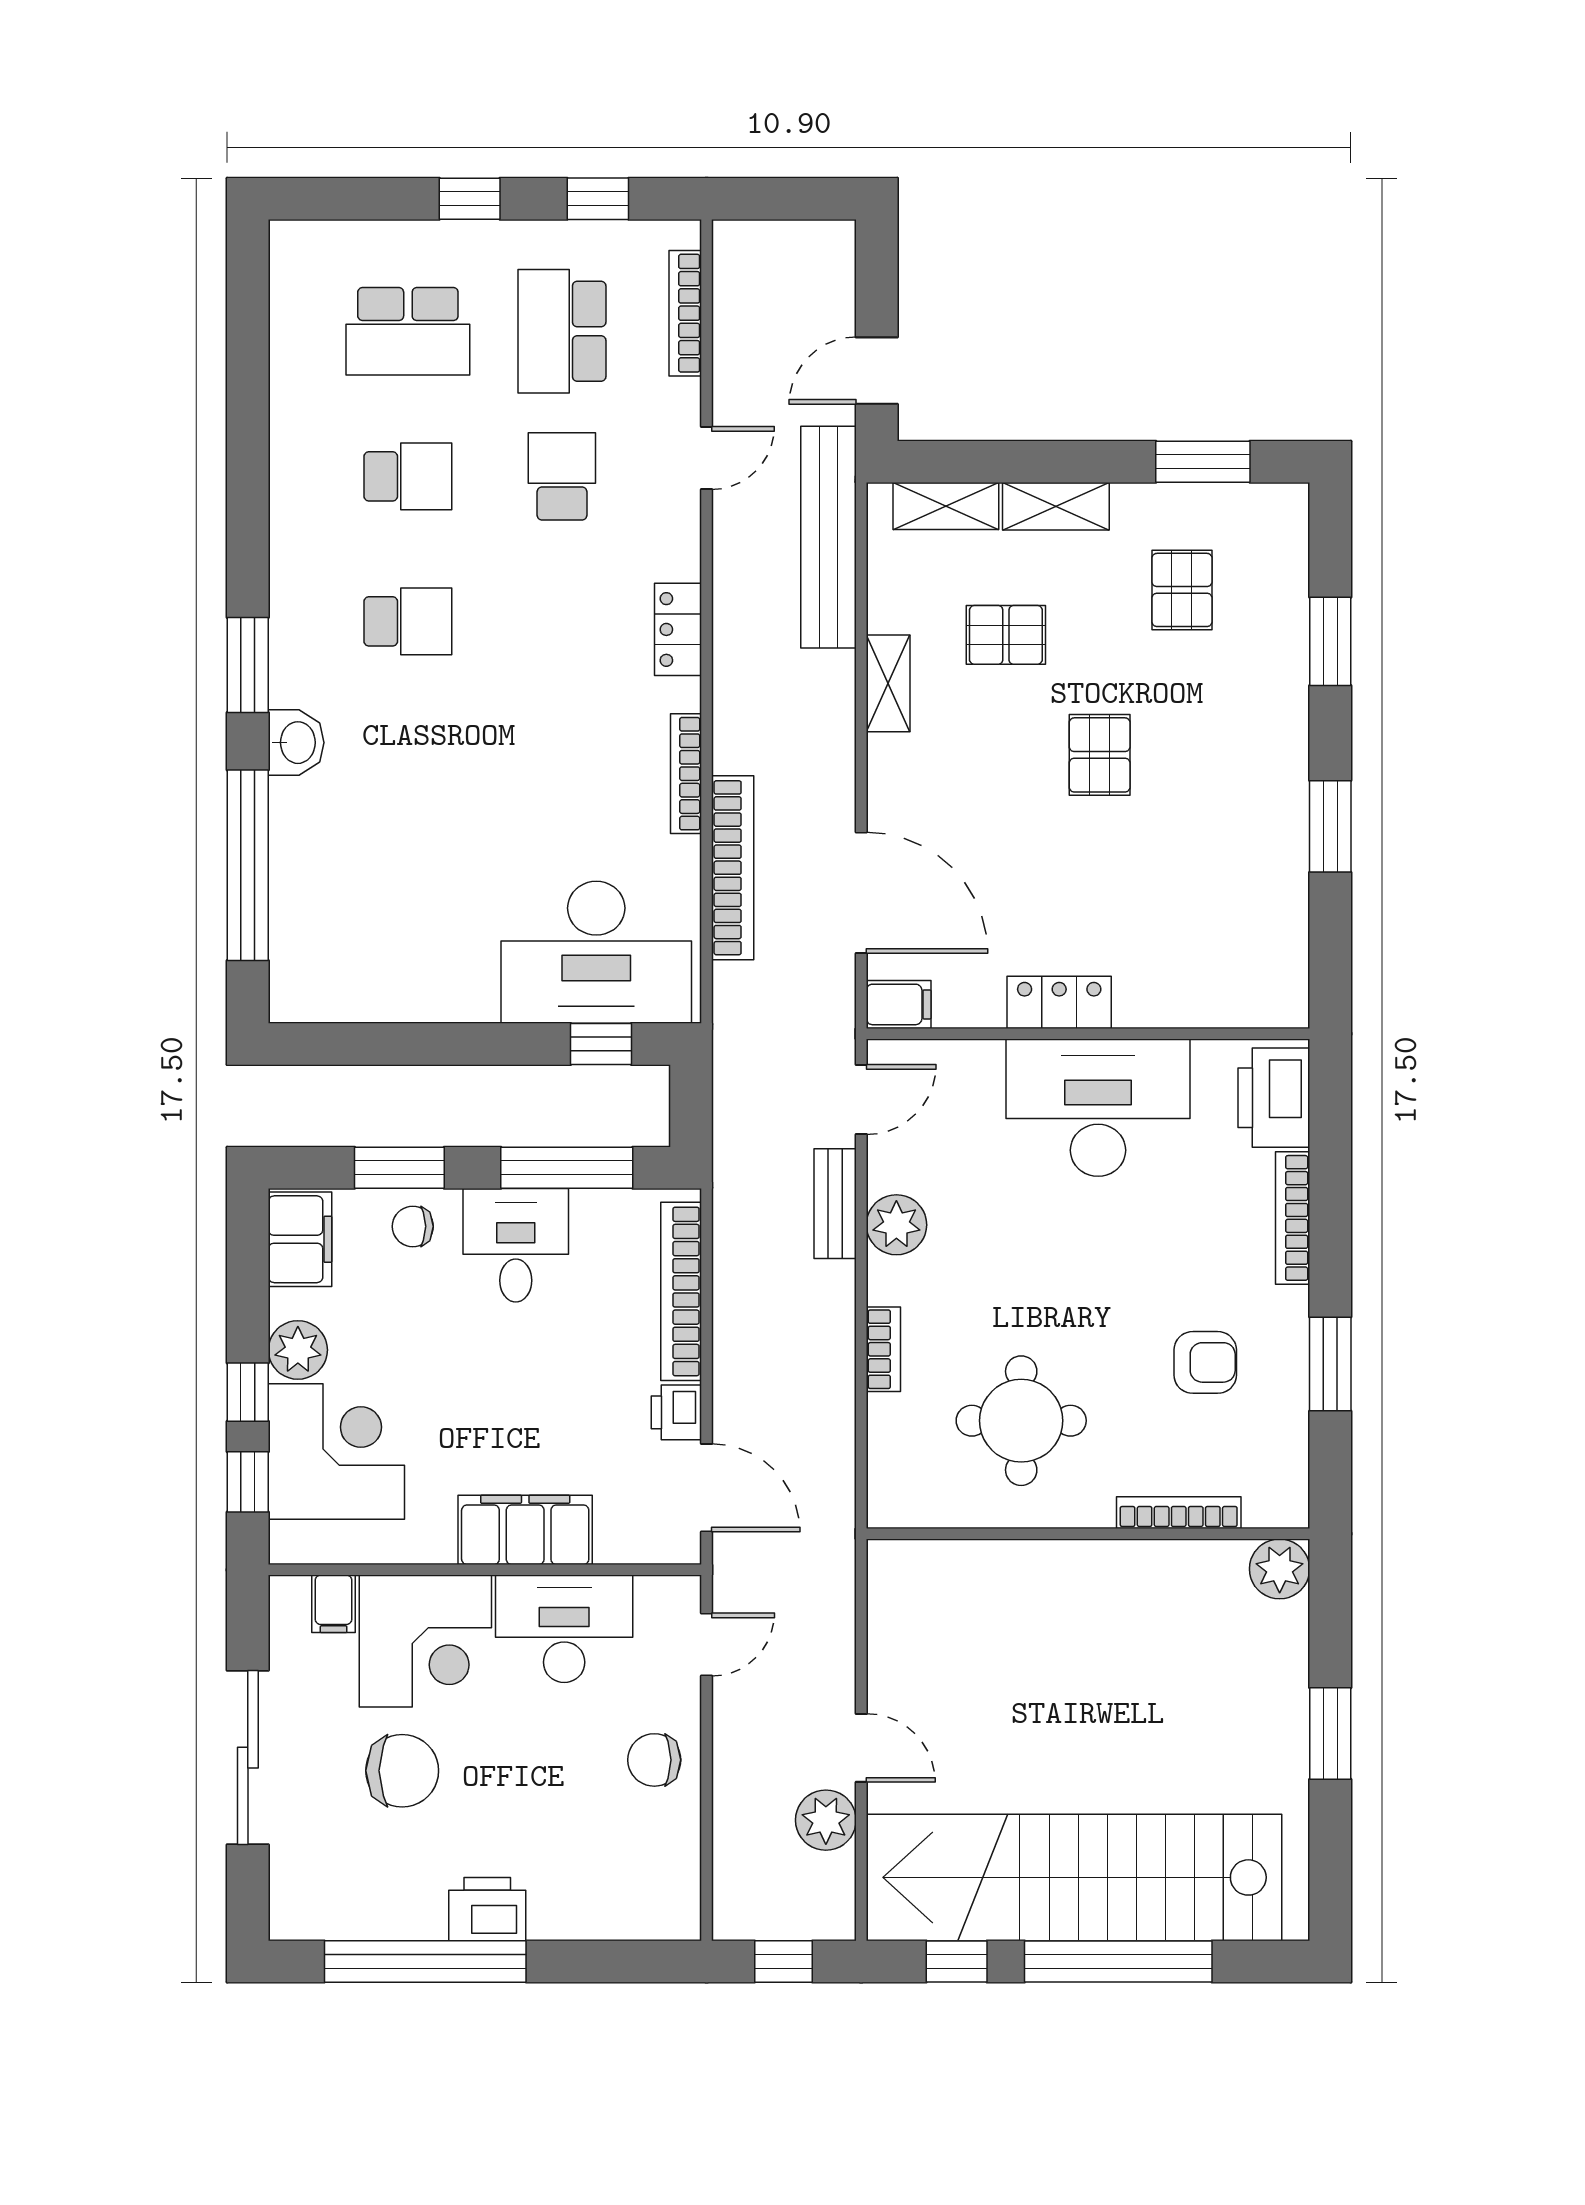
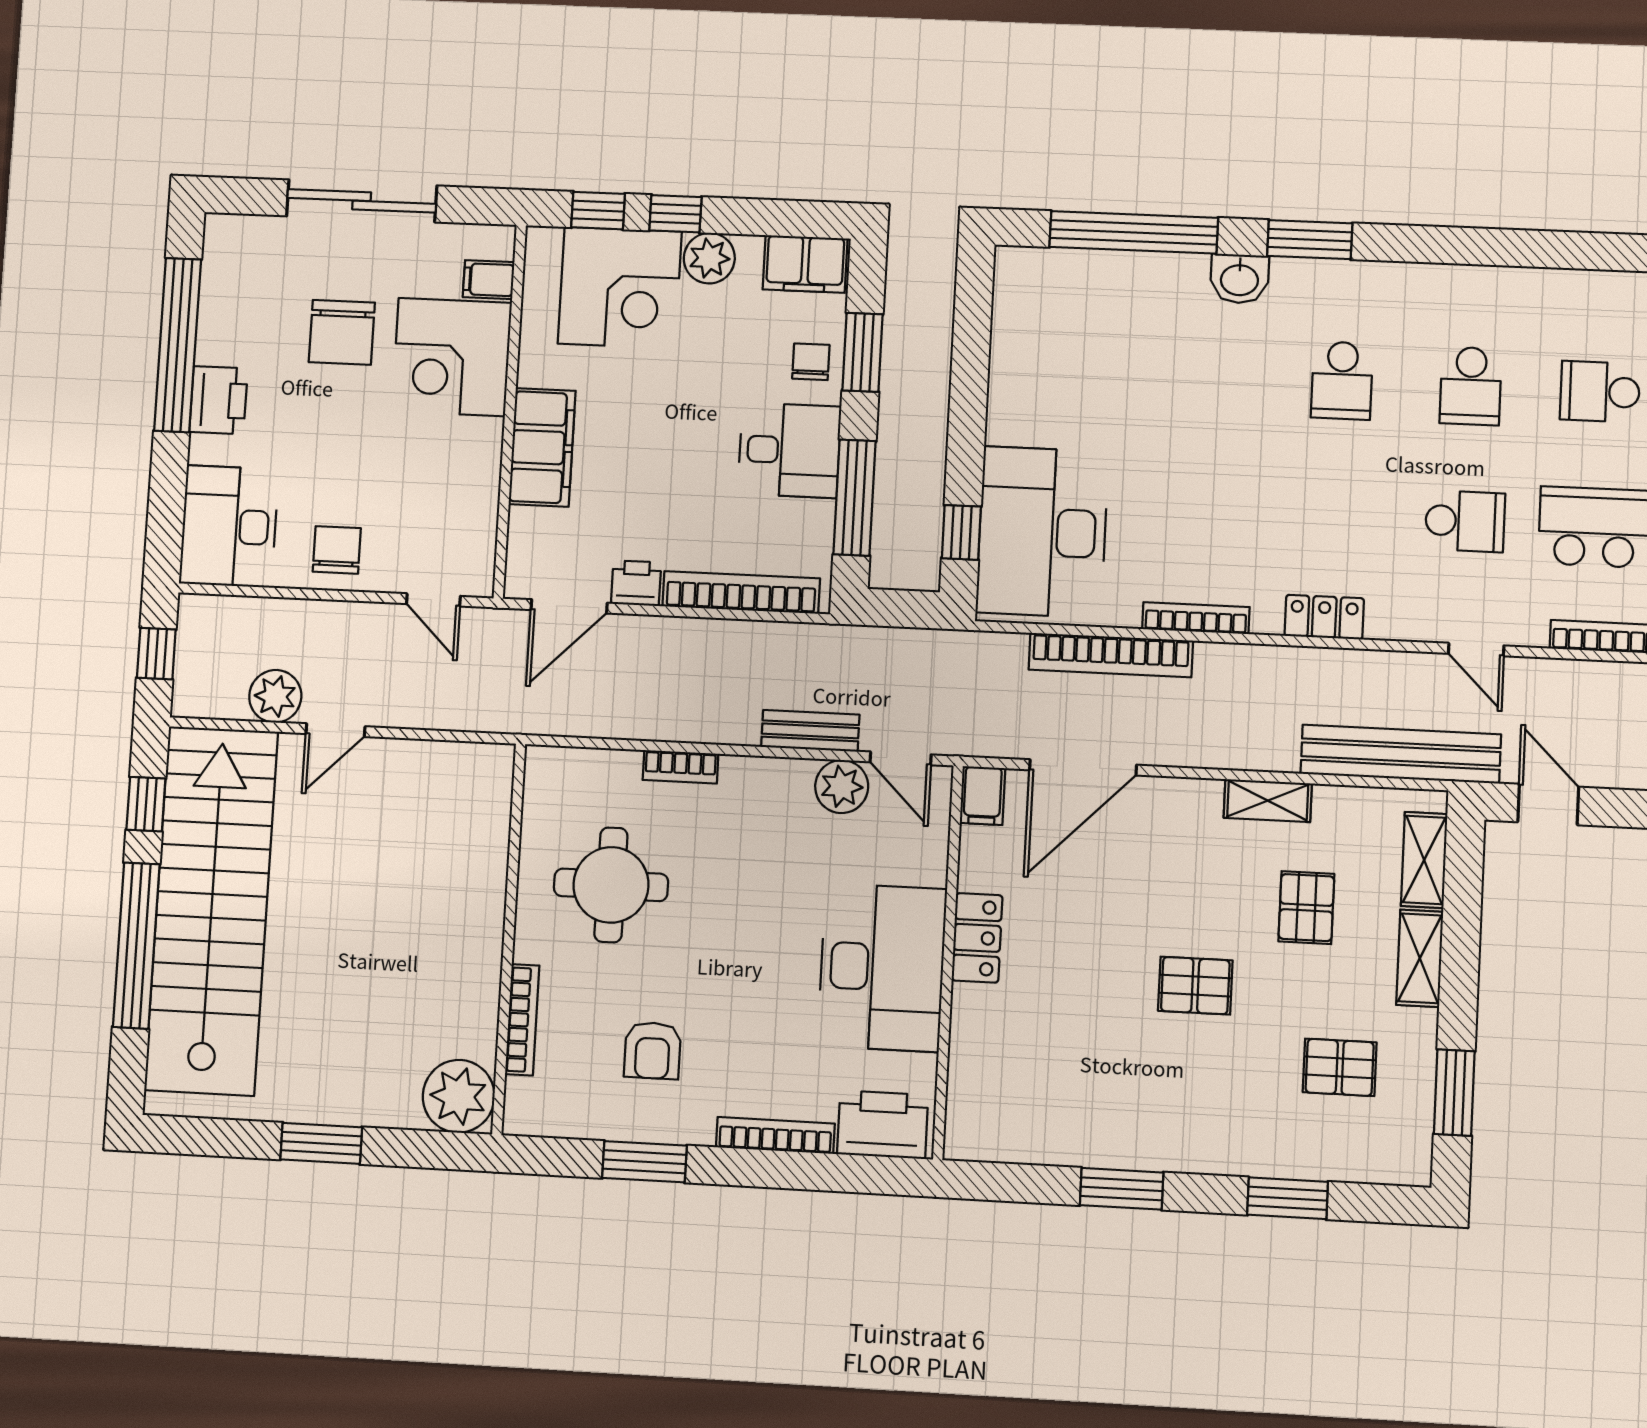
school desk: (408, 331) -> (1600, 392), width x0.54
plant: (896, 1225) -> (842, 787), moved
plant: (1280, 1569) -> (459, 1096), width x1.36, depth x1.36
desk: (564, 1629) -> (229, 526), moved, turned 180

